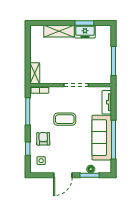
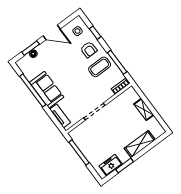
freezer: (85, 32) -> (111, 165), moved
shelving: (35, 73) -> (144, 109), moved
coffee table: (65, 119) -> (100, 67), moved
sofa: (102, 138) -> (47, 90), width x0.73
door: (63, 175) -> (52, 32), swing flipped

